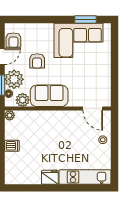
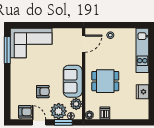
window: (86, 20) -> (7, 50), width x1.44
corner sofa: (79, 40) -> (31, 43), moved, turned 90
dining table: (49, 134) -> (105, 81), added
dishwasher: (12, 146) -> (105, 113), moved
fridge: (50, 177) -> (142, 92), moved

